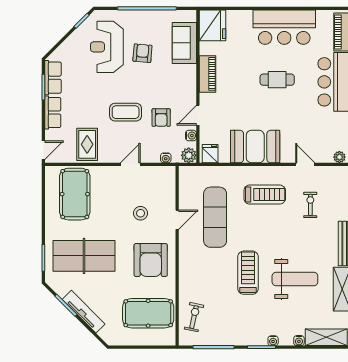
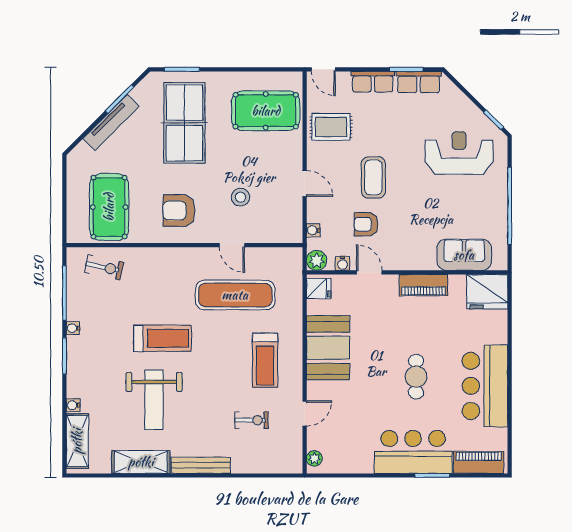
armchair: (142, 53) -> (451, 200), removed
armchair: (151, 260) -> (179, 210), width x0.73, depth x0.73
water cooler: (273, 341) -> (73, 328), moved

